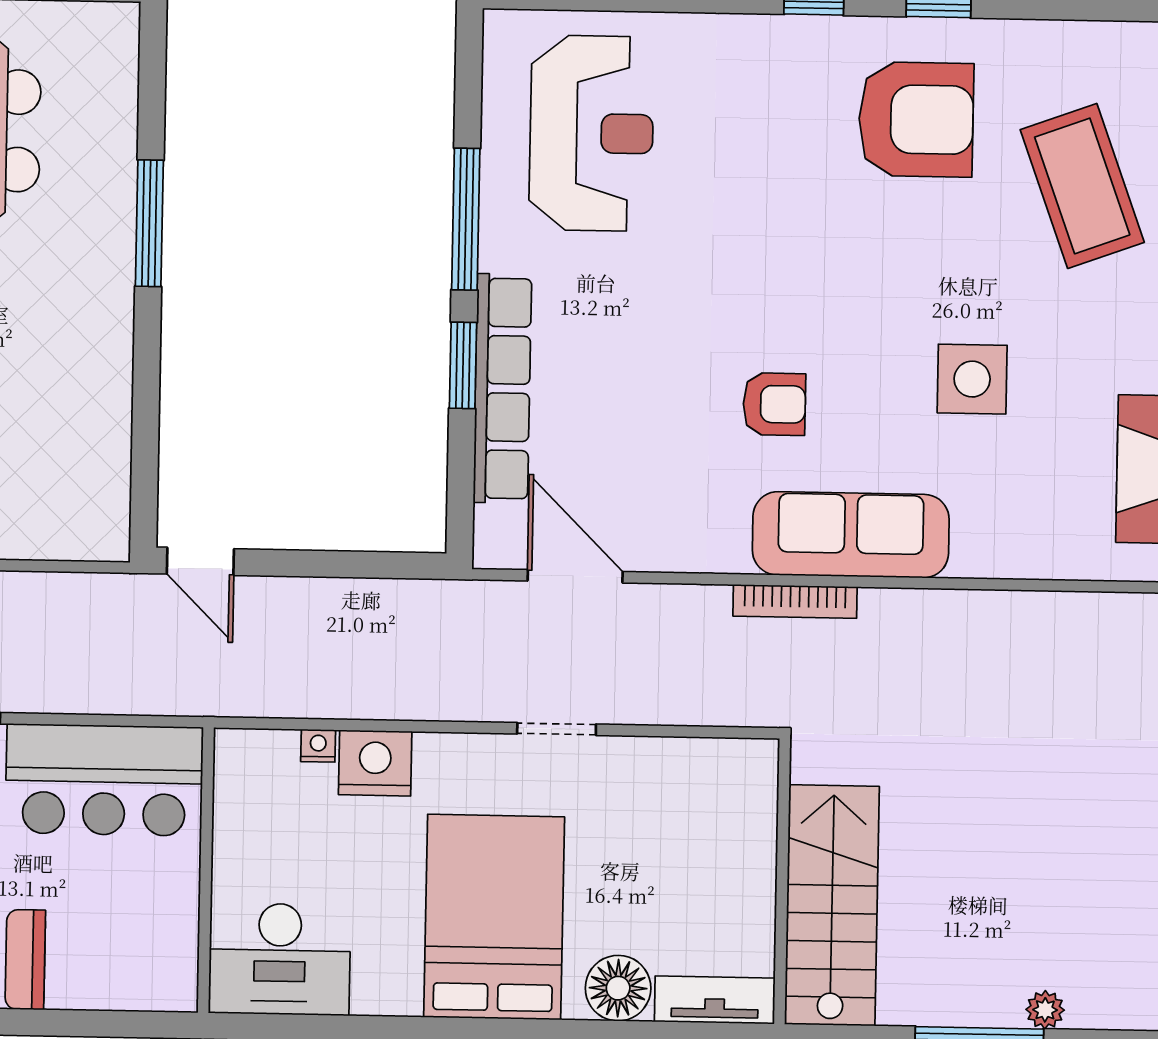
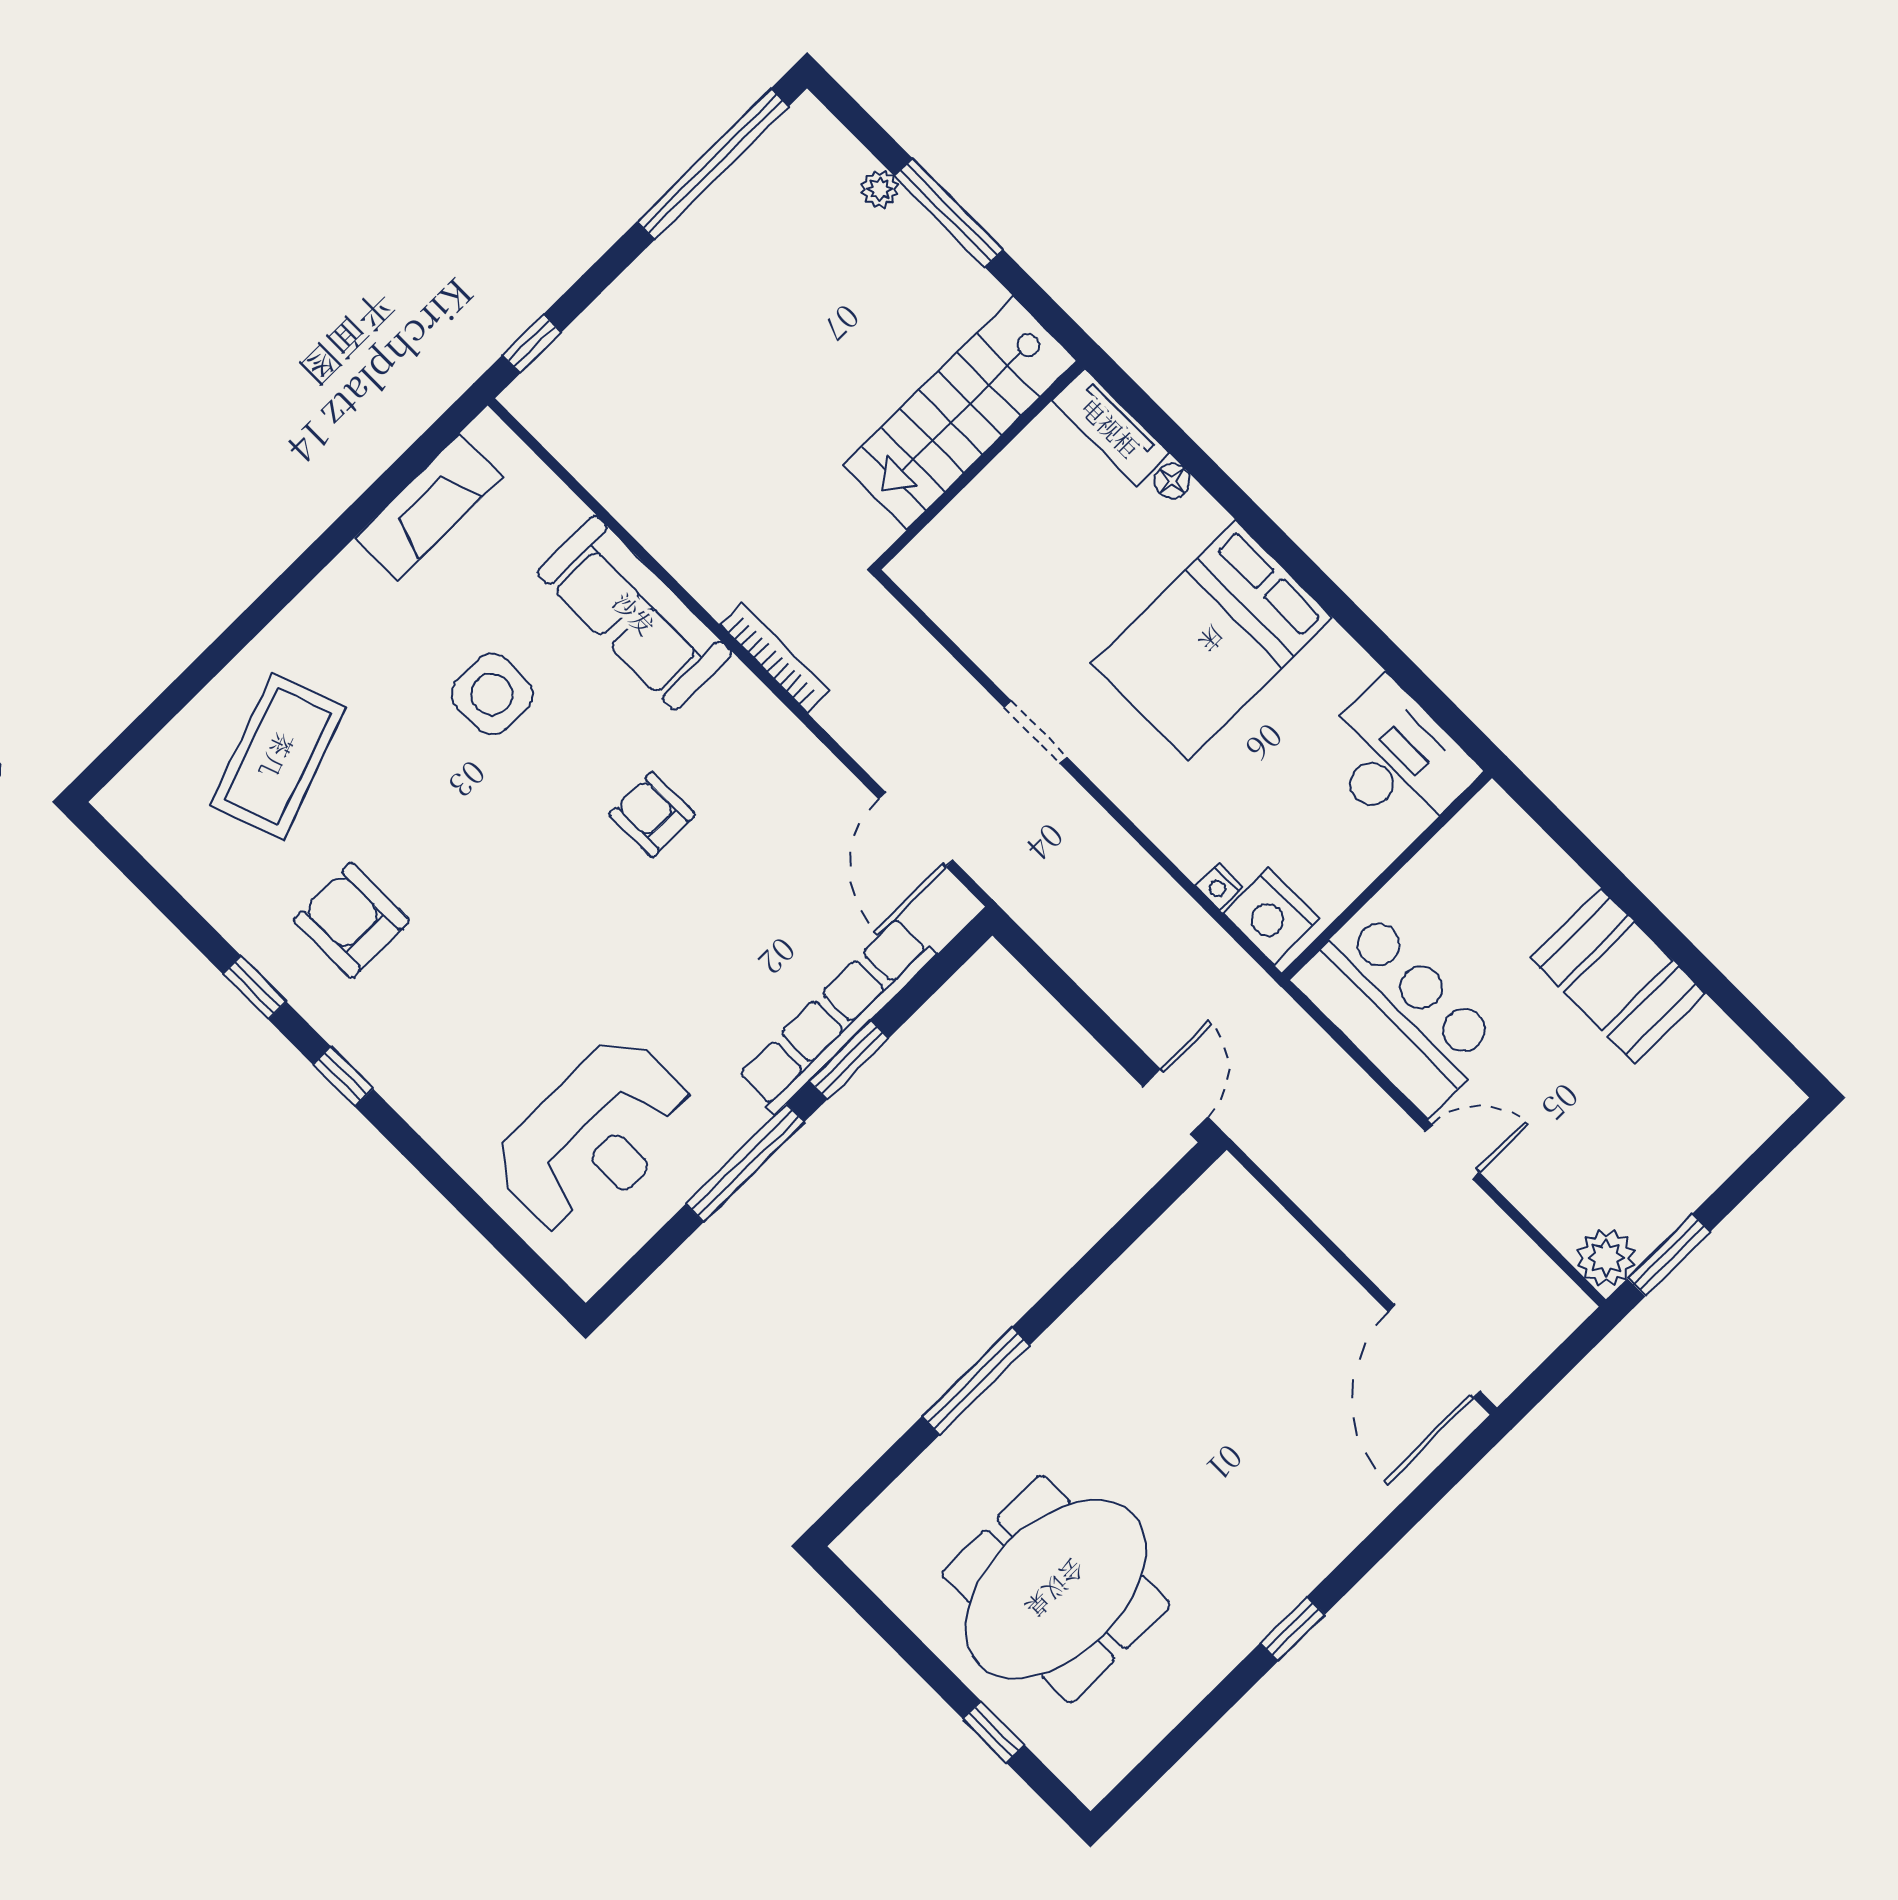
armchair: (916, 119) -> (351, 920), width x0.73, depth x0.73
reception desk: (591, 133) -> (595, 1137), turned 180
sofa: (851, 535) -> (635, 613), moved
nightstand: (375, 763) -> (1271, 916), moved
floor lamp: (618, 988) -> (1172, 481), width x0.53, depth x0.53

